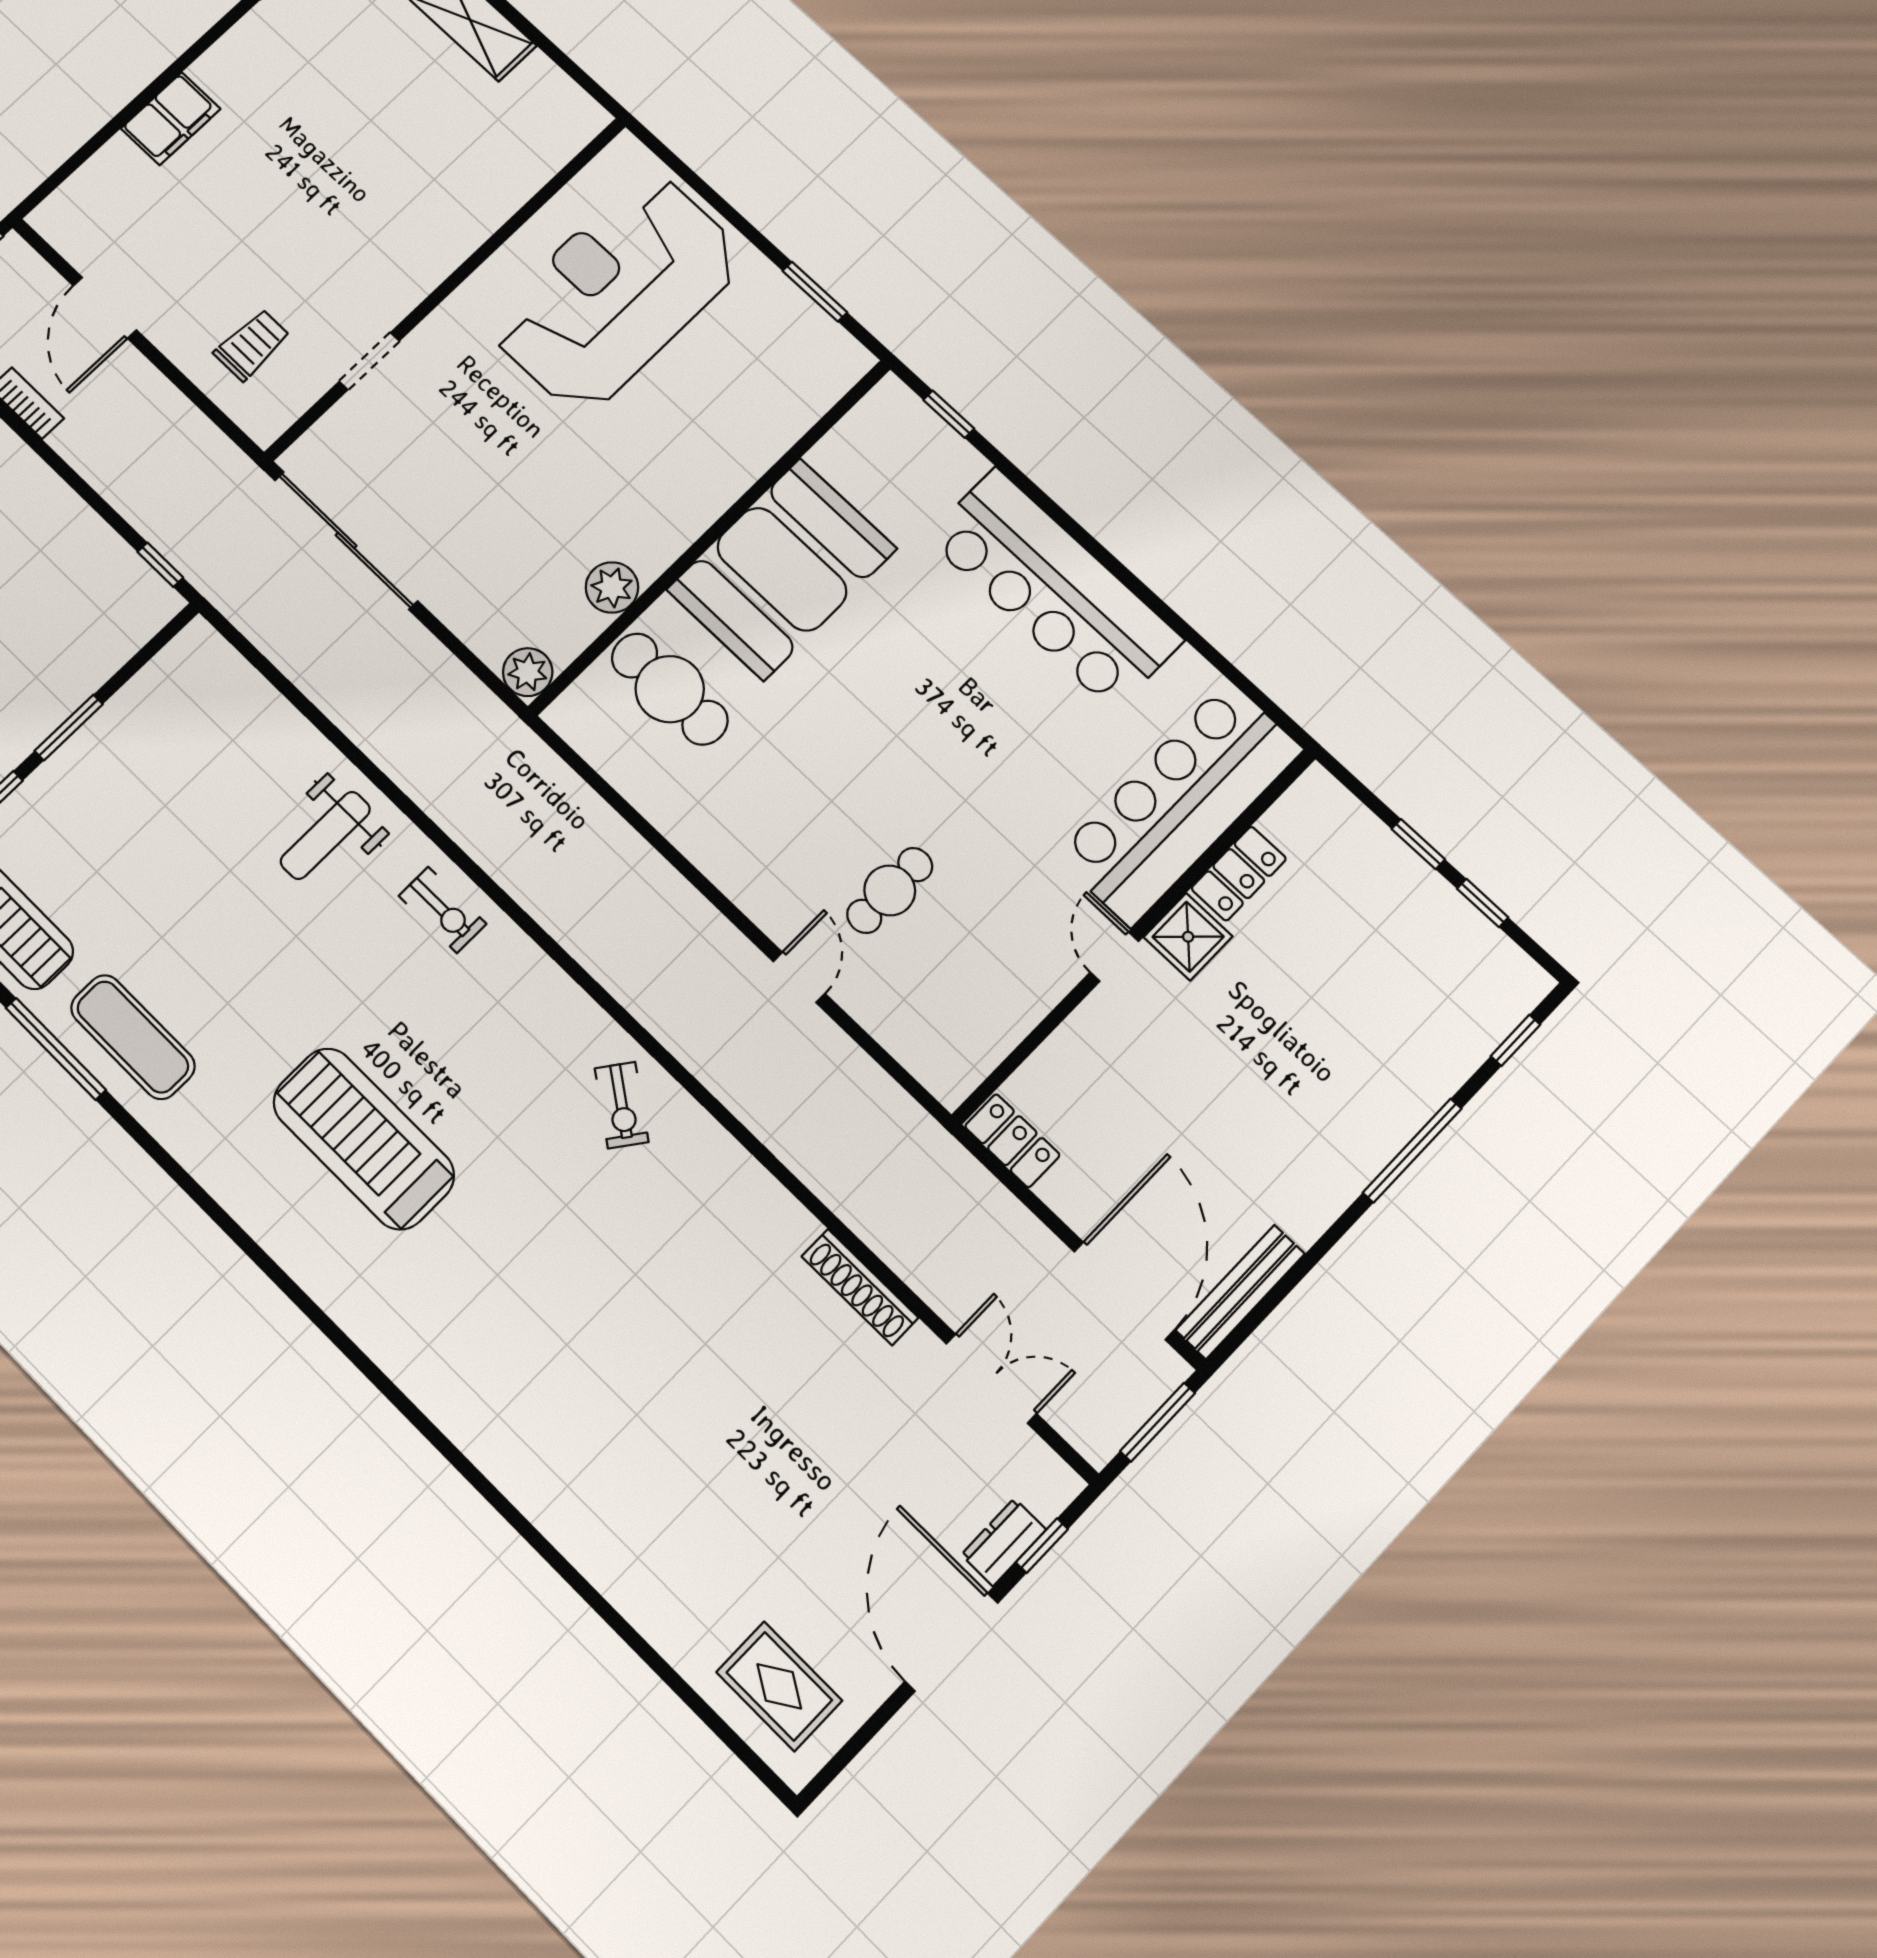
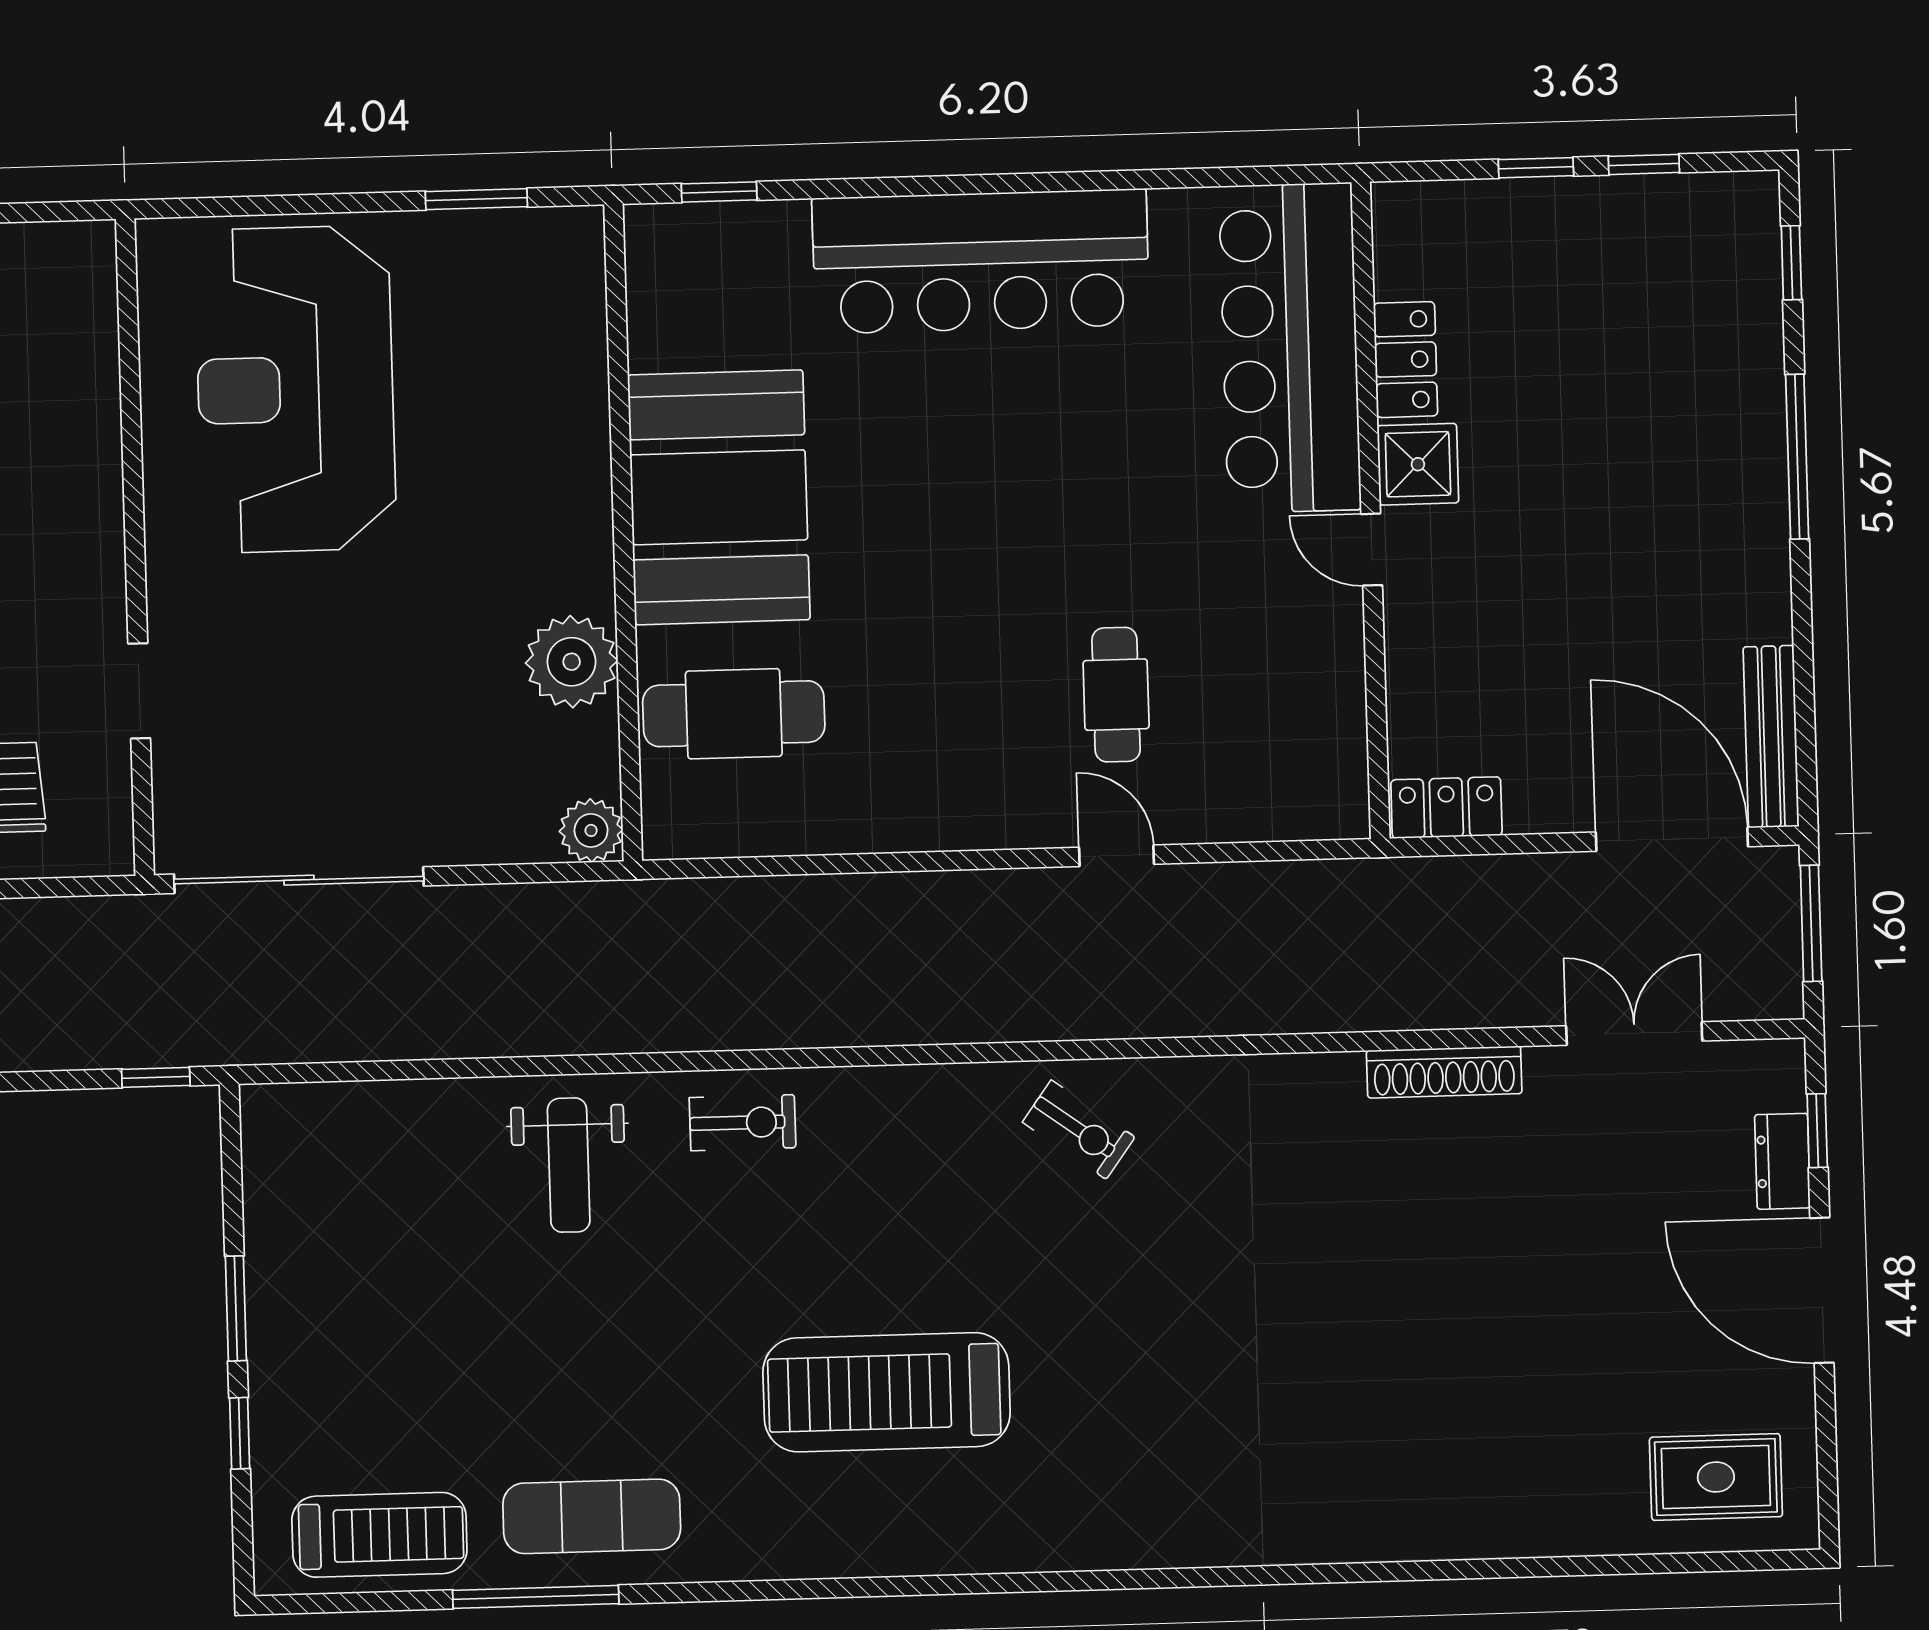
plant: (612, 587) -> (572, 662), width x1.36, depth x1.36

